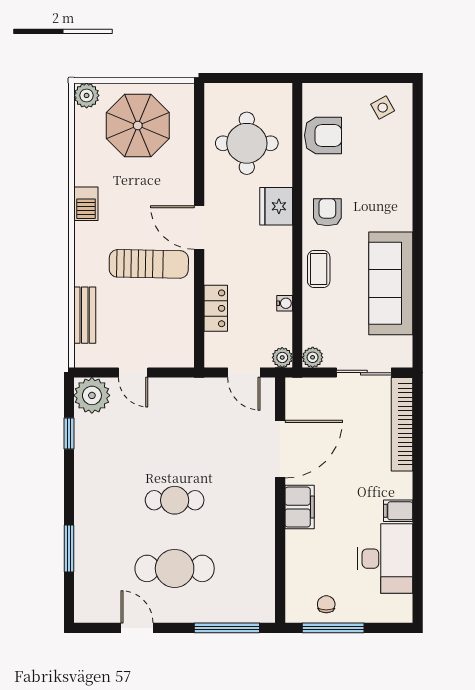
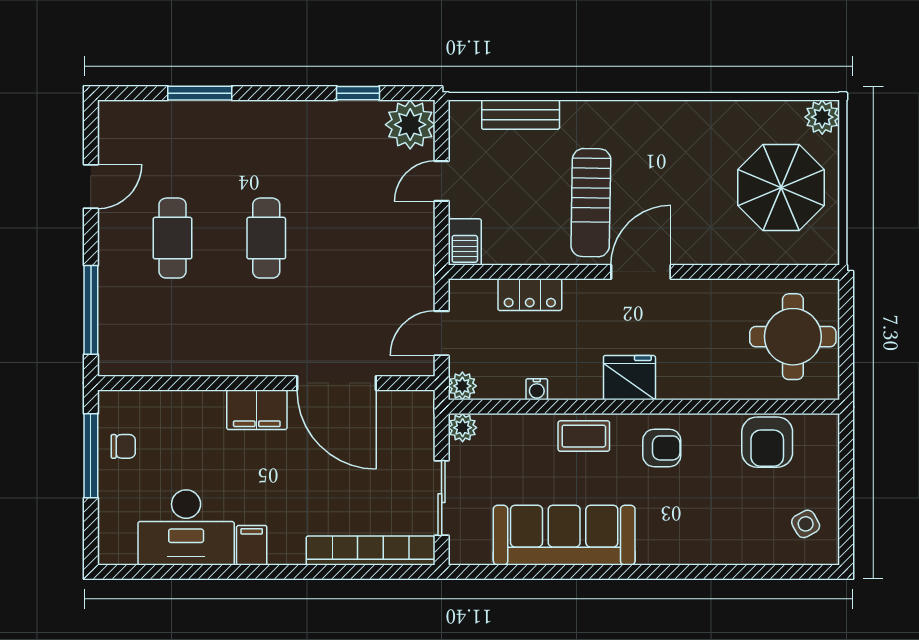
round table: (247, 143) -> (793, 337), moved
barbecue: (86, 204) -> (465, 242), moved, turned -90
fridge: (276, 206) -> (629, 378), moved
cafe table: (175, 568) -> (172, 238), width x0.73, depth x0.74

